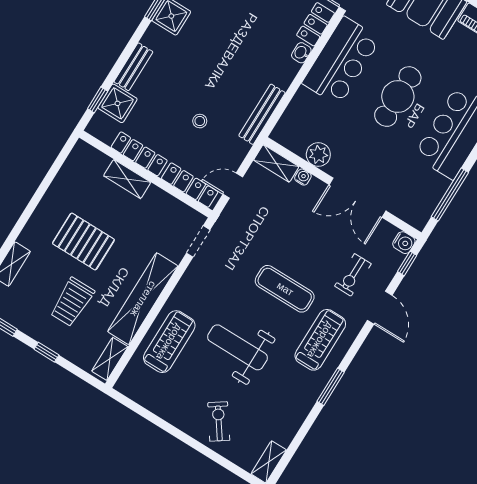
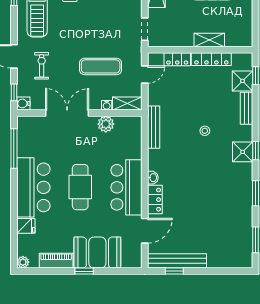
stool: (200, 121) -> (205, 131), moved
locker: (190, 185) -> (177, 59), width x0.66
exercise mat: (285, 289) -> (101, 66), moved

